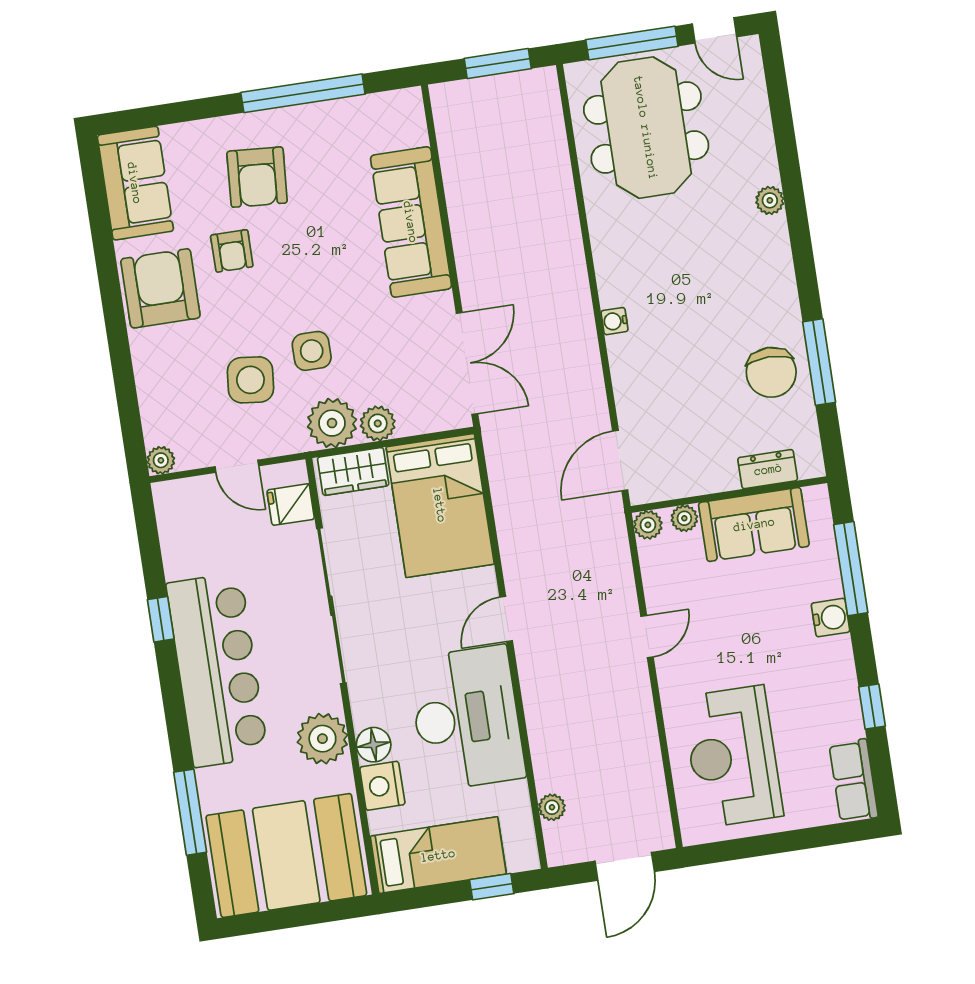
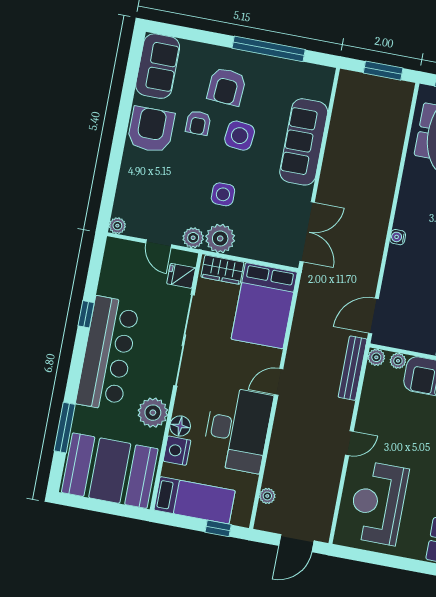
side table: (250, 380) -> (240, 136), moved
plant: (378, 423) -> (193, 238), moved
bench: (616, 555) -> (353, 368), added
door: (647, 637) -> (349, 443), moved

